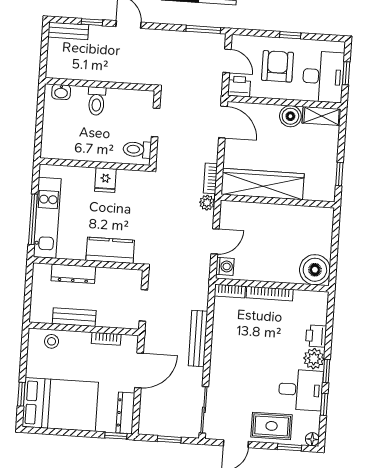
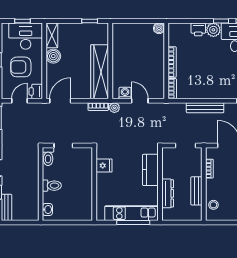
toilet: (137, 149) -> (48, 156), moved
fridge: (105, 180) -> (104, 166), moved
washing machine: (225, 266) -> (125, 93), moved
boiler: (315, 270) -> (159, 28), width x0.54, depth x0.54

